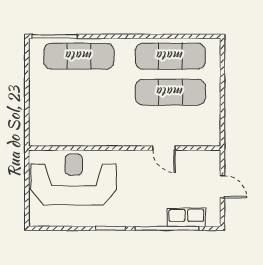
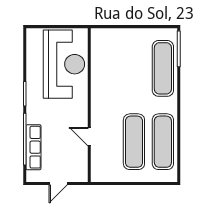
door: (164, 148) -> (89, 137), hinge flipped
row of seats: (186, 217) -> (33, 147), width x1.48

